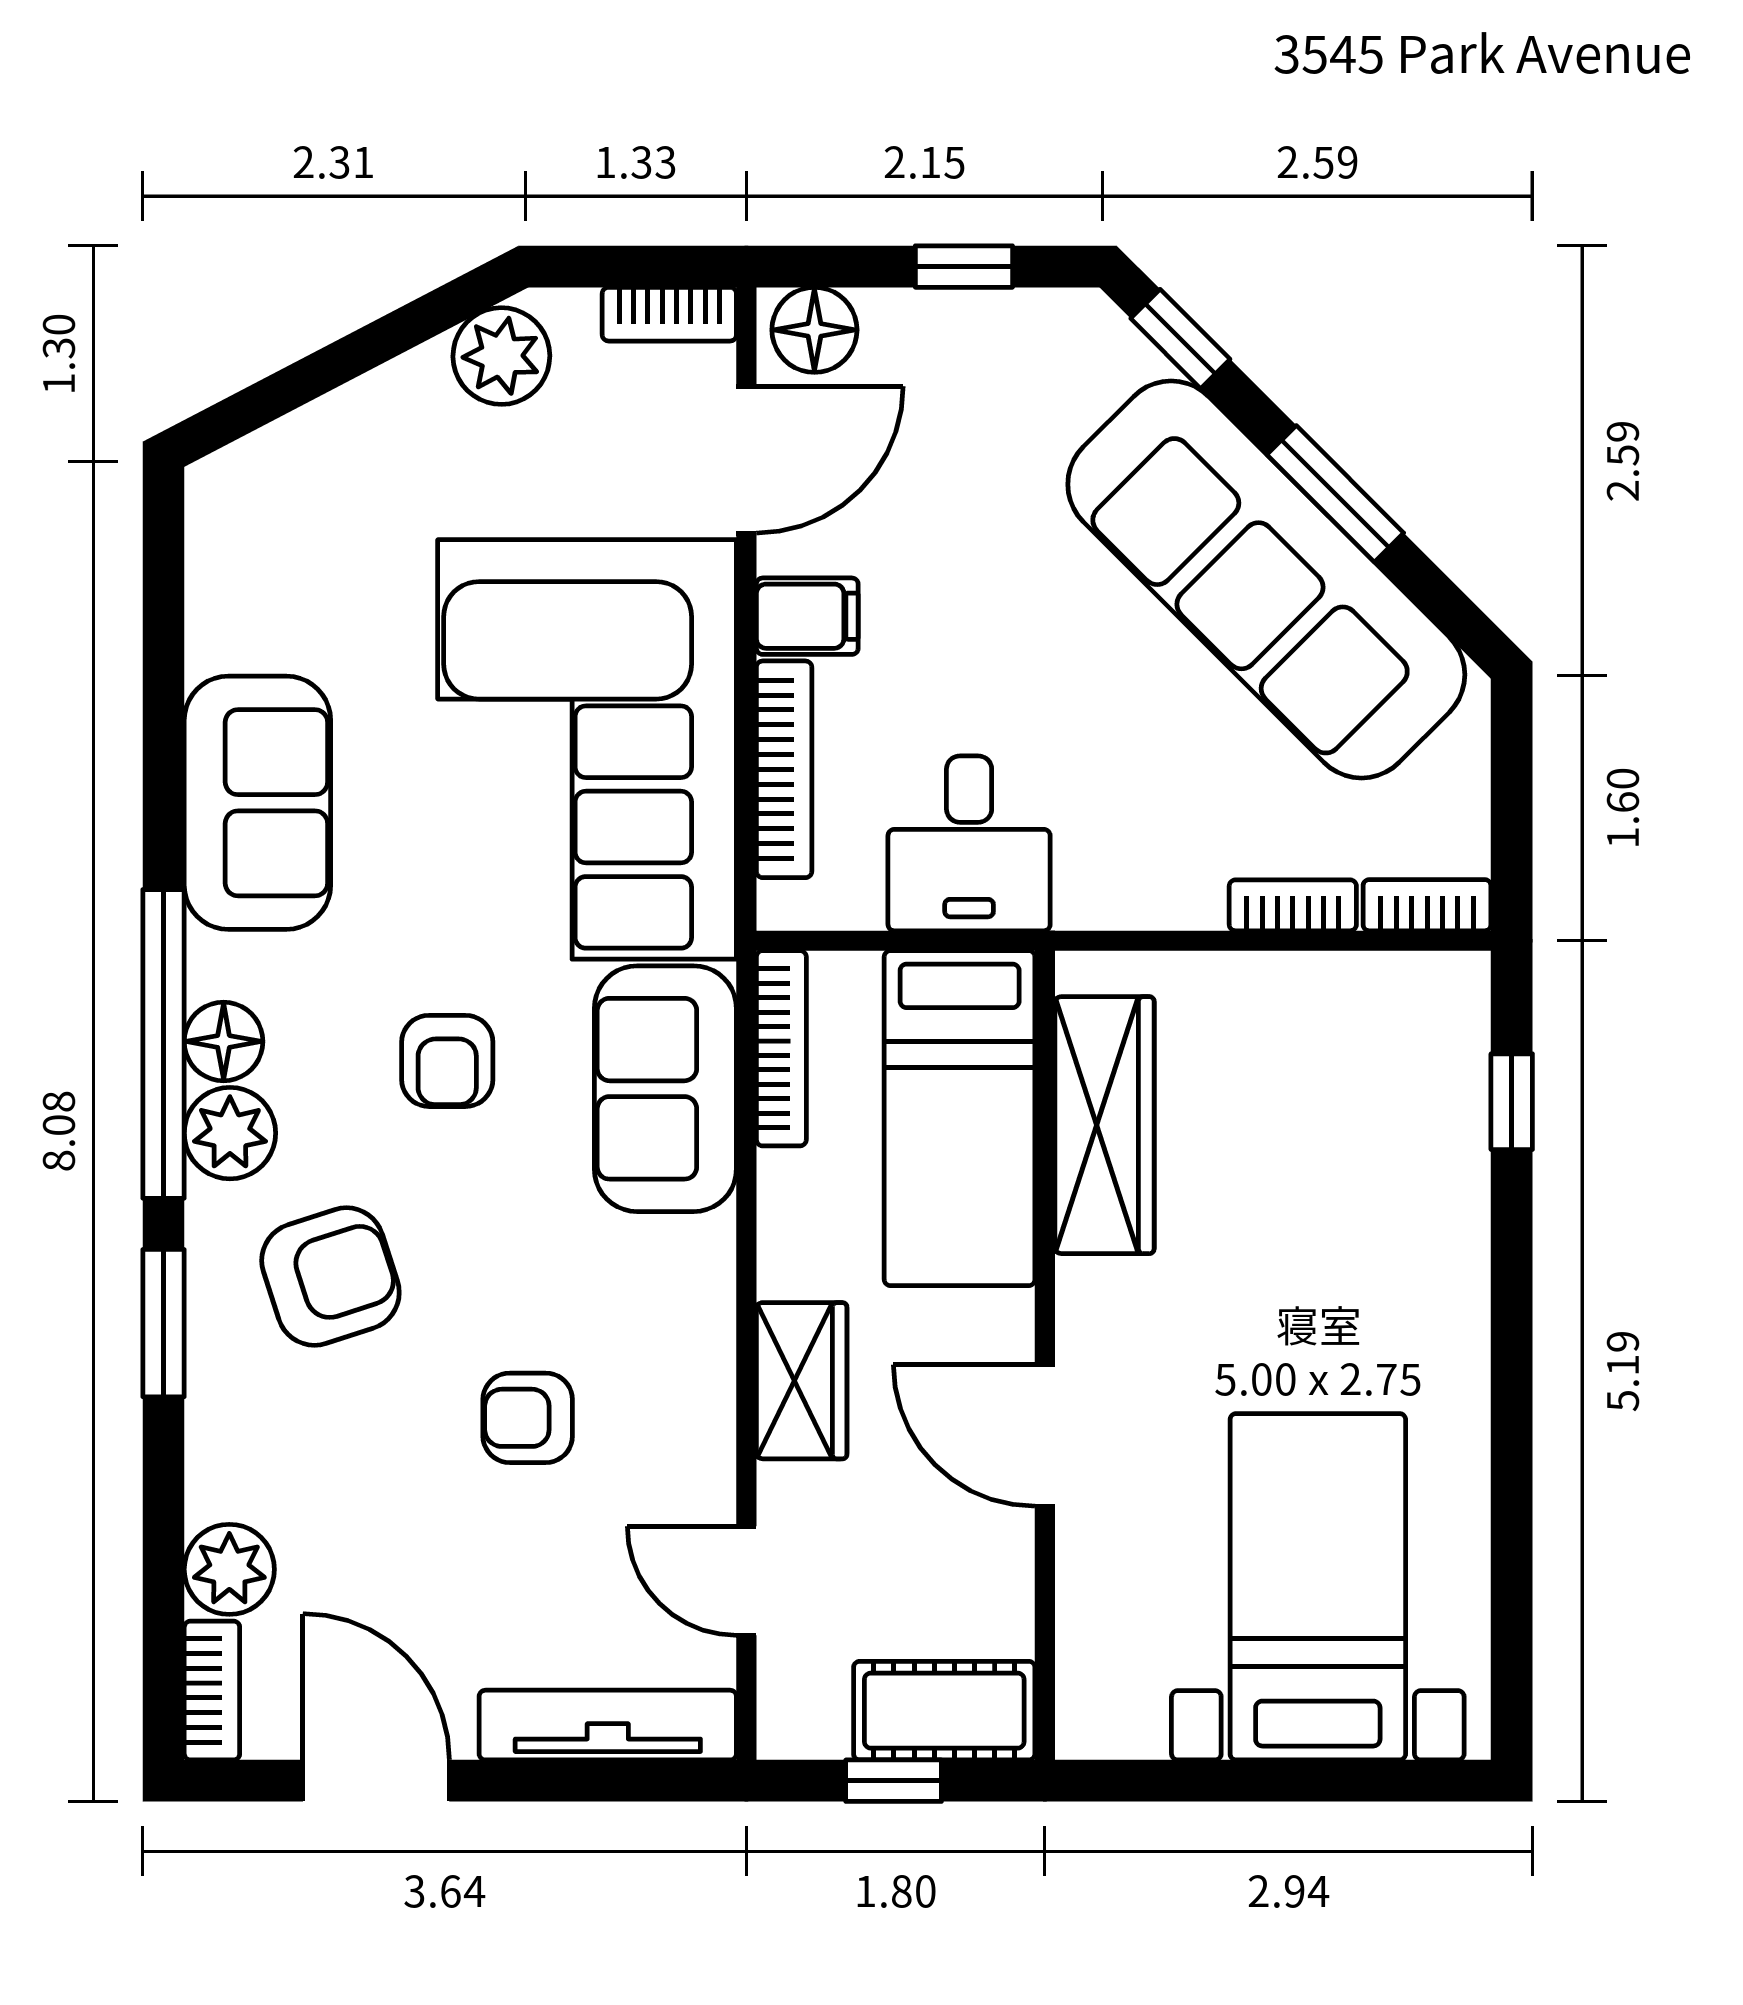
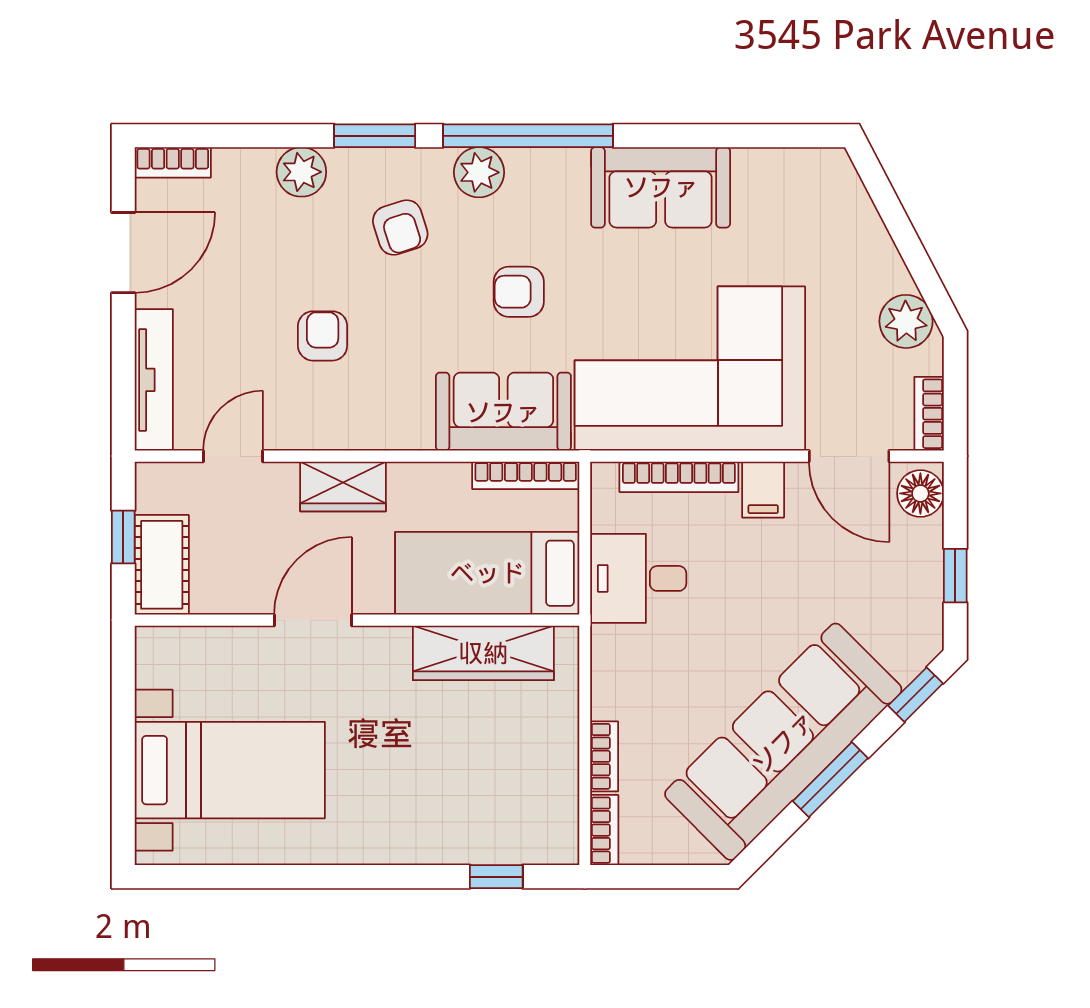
floor lamp: (224, 1041) -> (529, 169), removed
armchair: (330, 1277) -> (400, 228), width x0.72, depth x0.72
plant: (229, 1569) -> (301, 172), moved

